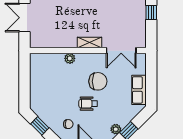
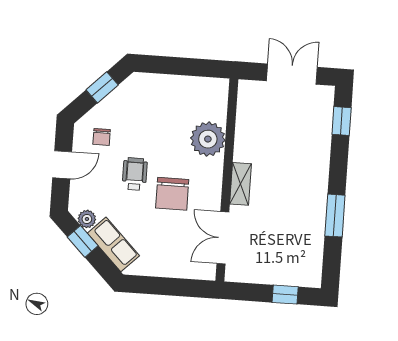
plant: (70, 58) -> (208, 139), width x1.88, depth x1.88
row of seats: (139, 90) -> (113, 244), moved, turned 45

